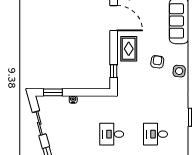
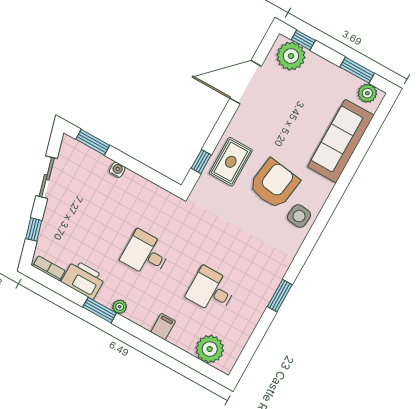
door: (114, 18) -> (246, 82), swing flipped
rug: (129, 49) -> (231, 162), moved
armchair: (157, 62) -> (274, 184), width x1.88, depth x1.88

